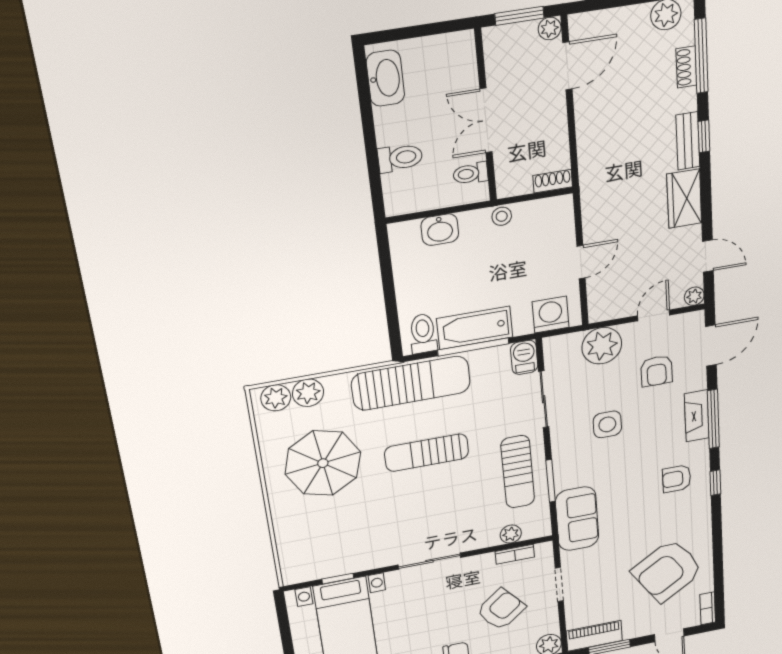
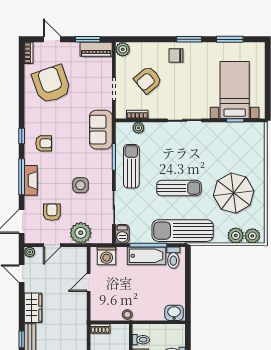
washbasin: (440, 230) -> (174, 313), moved
armchair: (667, 571) -> (51, 84), turned -76

